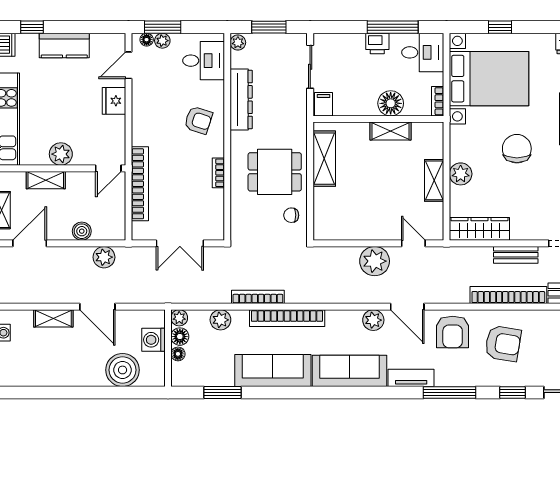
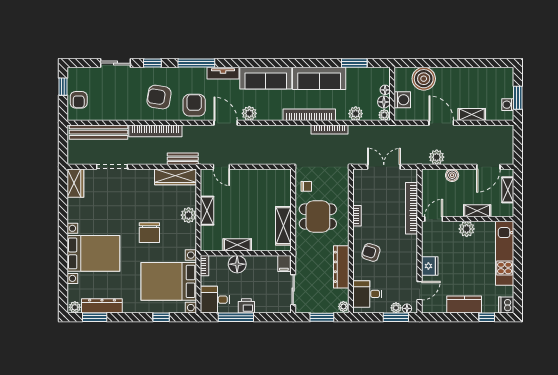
bench: (516, 255) -> (183, 159), moved
plant: (375, 261) -> (248, 154), removed

